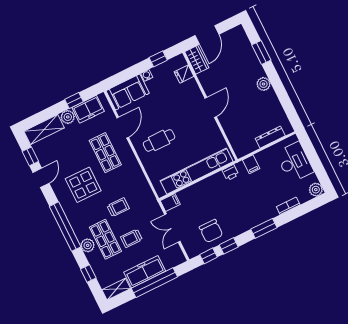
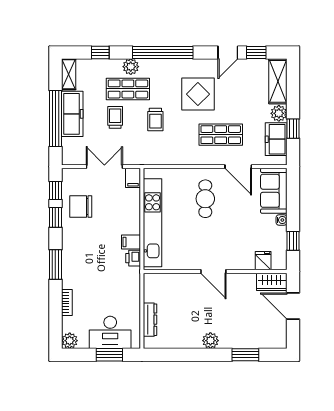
window: (312, 155) -> (109, 355), added
filing cabinet: (251, 164) -> (131, 242), moved
door: (41, 178) -> (228, 52), hinge flipped

